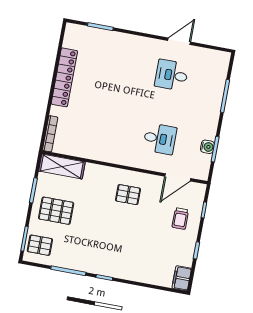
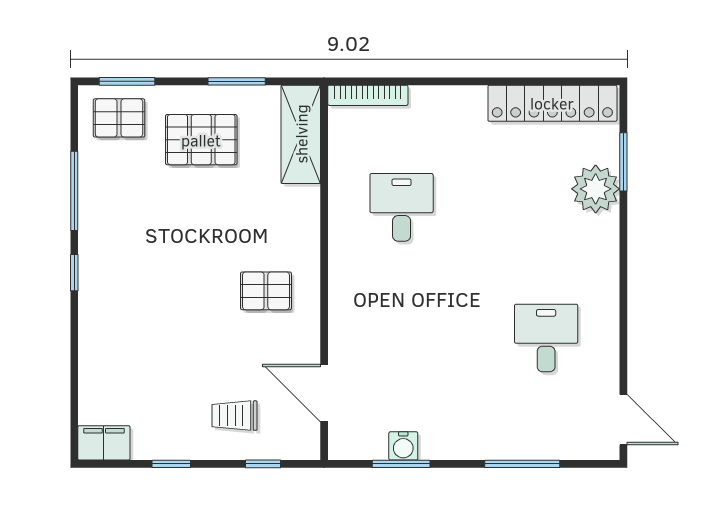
plant: (110, 41) -> (596, 189), added
door: (179, 41) -> (623, 420), moved
locker: (64, 77) -> (552, 103), moved
desk: (160, 139) -> (402, 207), moved, turned 180
pallet: (128, 195) -> (266, 291), turned 90
pallet: (56, 211) -> (201, 140), turned 90
pallet: (40, 245) -> (119, 118), turned 90

